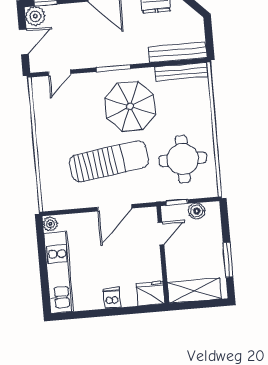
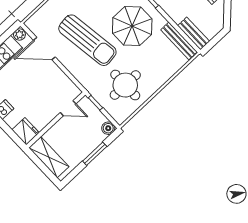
bench: (178, 52) -> (194, 33), width x0.73
door: (115, 208) -> (44, 49), moved
boiler: (197, 211) -> (108, 128), moved
window: (228, 260) -> (95, 154), moved

